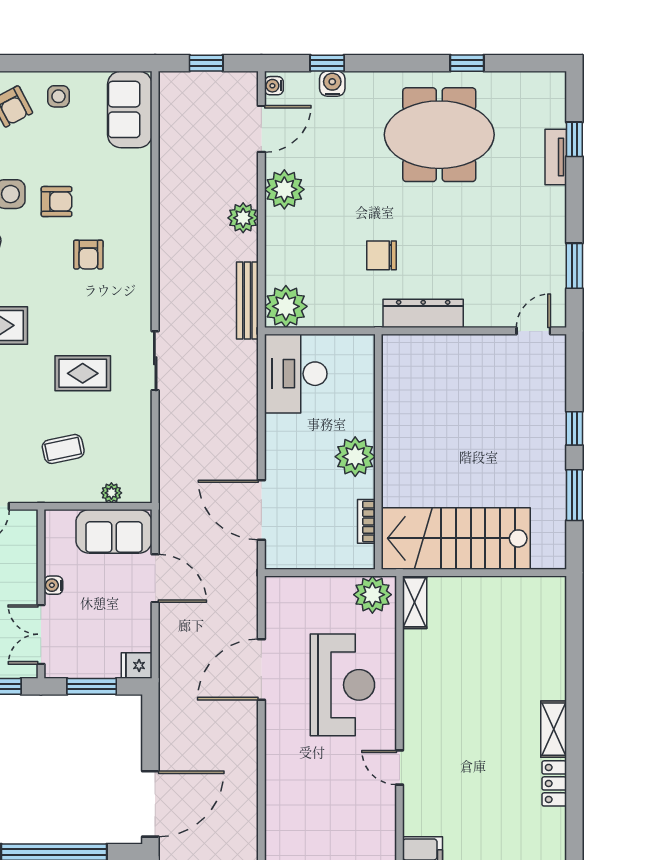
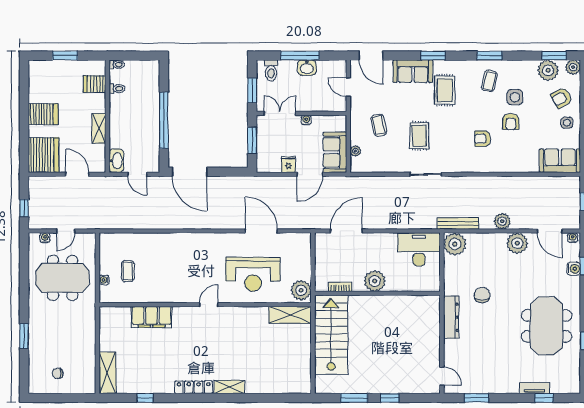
shelving: (415, 602) -> (290, 315), width x1.50, depth x1.33
fridge: (137, 665) -> (288, 164), moved
locker: (554, 783) -> (194, 387), width x1.53

